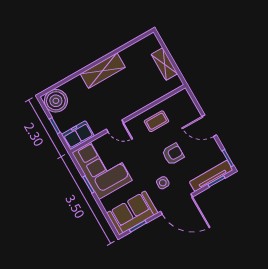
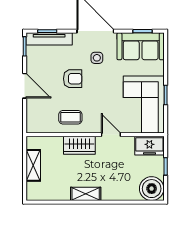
shelving: (103, 71) -> (86, 194), width x0.67, depth x0.75
wardrobe: (136, 102) -> (79, 145), added
armchair: (173, 154) -> (73, 79), turned 180

